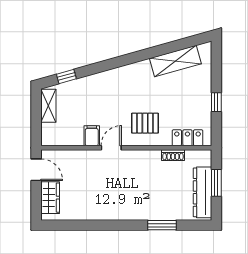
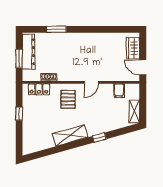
shelving: (175, 61) -> (70, 135), moved
window: (66, 76) -> (99, 138), moved
pallet: (145, 123) -> (68, 99), turned 90
filing cabinet: (92, 136) -> (119, 91), moved

